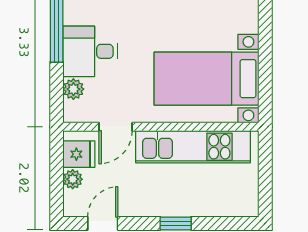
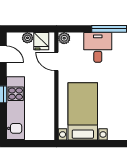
plant: (73, 89) -> (64, 38), moved
kitchen unit: (193, 147) -> (16, 108), moved, turned 180

